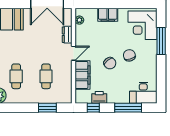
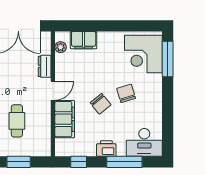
filing cabinet: (108, 15) -> (84, 40), moved
window: (161, 41) -> (168, 59), moved
printer: (99, 97) -> (106, 149), moved

